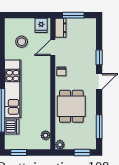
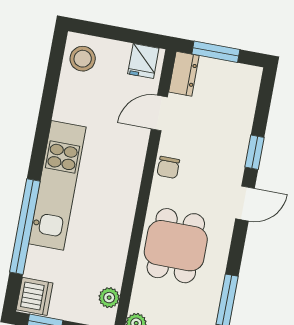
stool: (22, 42) -> (83, 59), moved
dishwasher: (12, 126) -> (35, 296), moved

